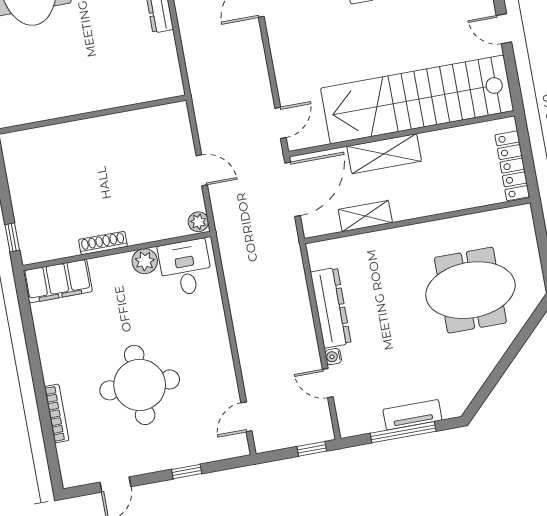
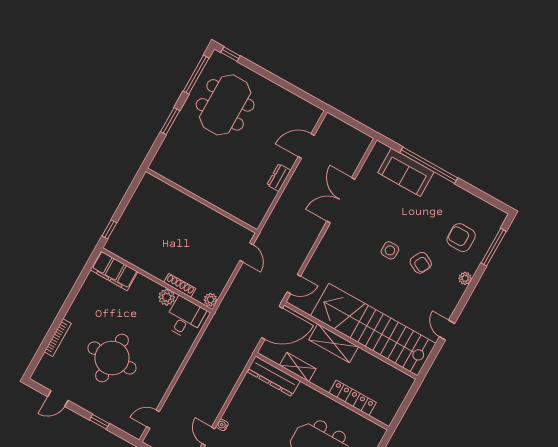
locker: (512, 166) -> (353, 398), moved, turned 90
door: (202, 170) -> (246, 252), moved
shoe rack: (103, 243) -> (180, 285), moved
dresser: (331, 308) -> (273, 376), moved, turned 90

